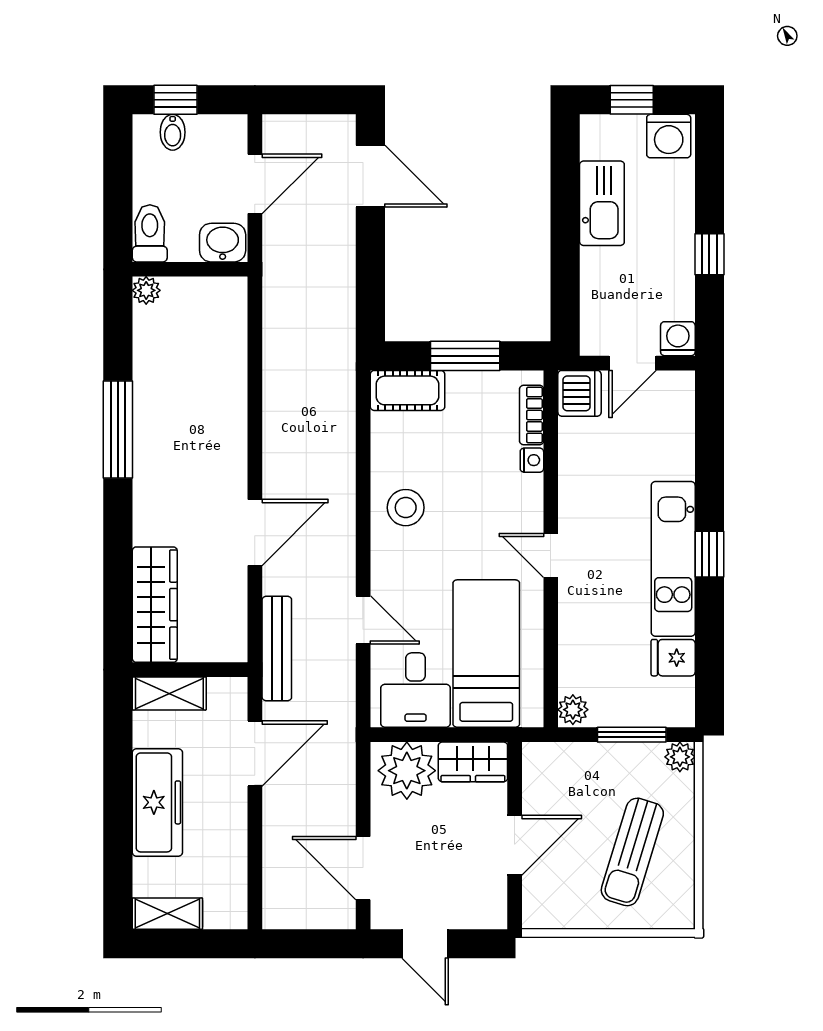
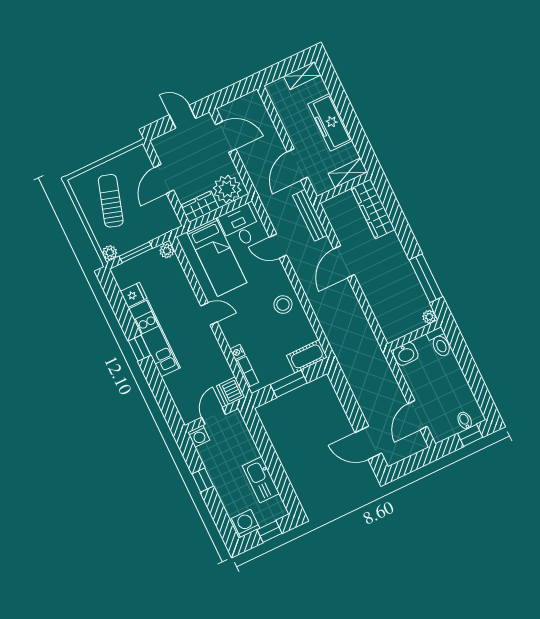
toilet: (150, 233) -> (440, 343), moved
washbasin: (223, 243) -> (406, 354), moved
wall: (190, 269) -> (414, 335), moved
plant: (146, 290) -> (429, 317), moved

